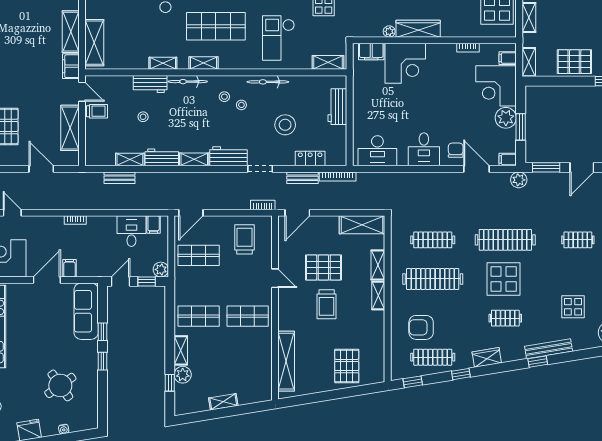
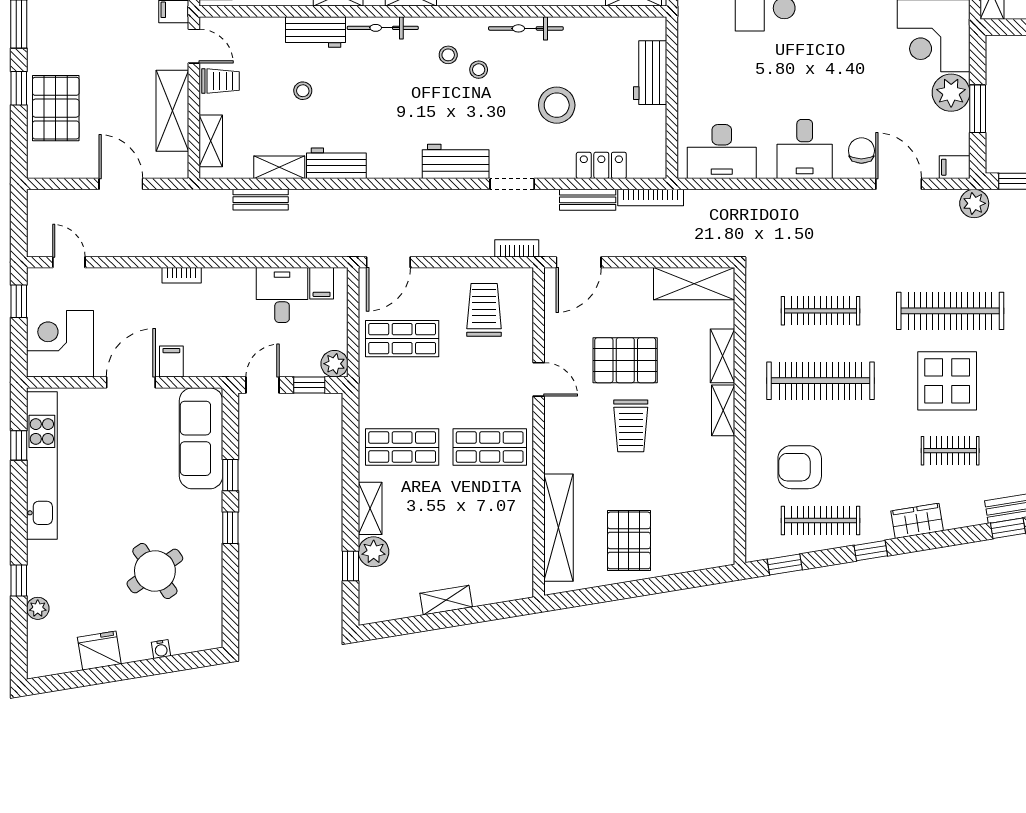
shelving: (194, 159) -> (211, 141), moved, turned 90
pallet: (347, 366) -> (629, 540), moved

